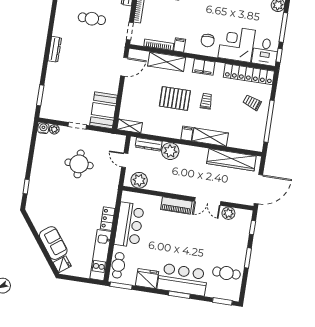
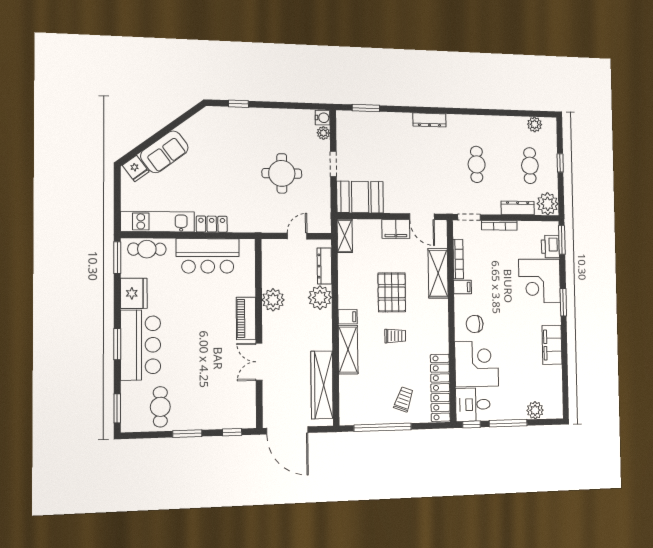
filing cabinet: (204, 67) -> (396, 229), moved, turned -90
plant: (139, 180) -> (273, 300), moved
plant: (228, 213) -> (247, 394), removed

